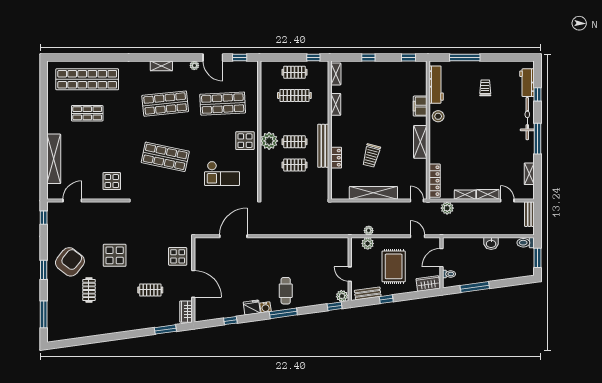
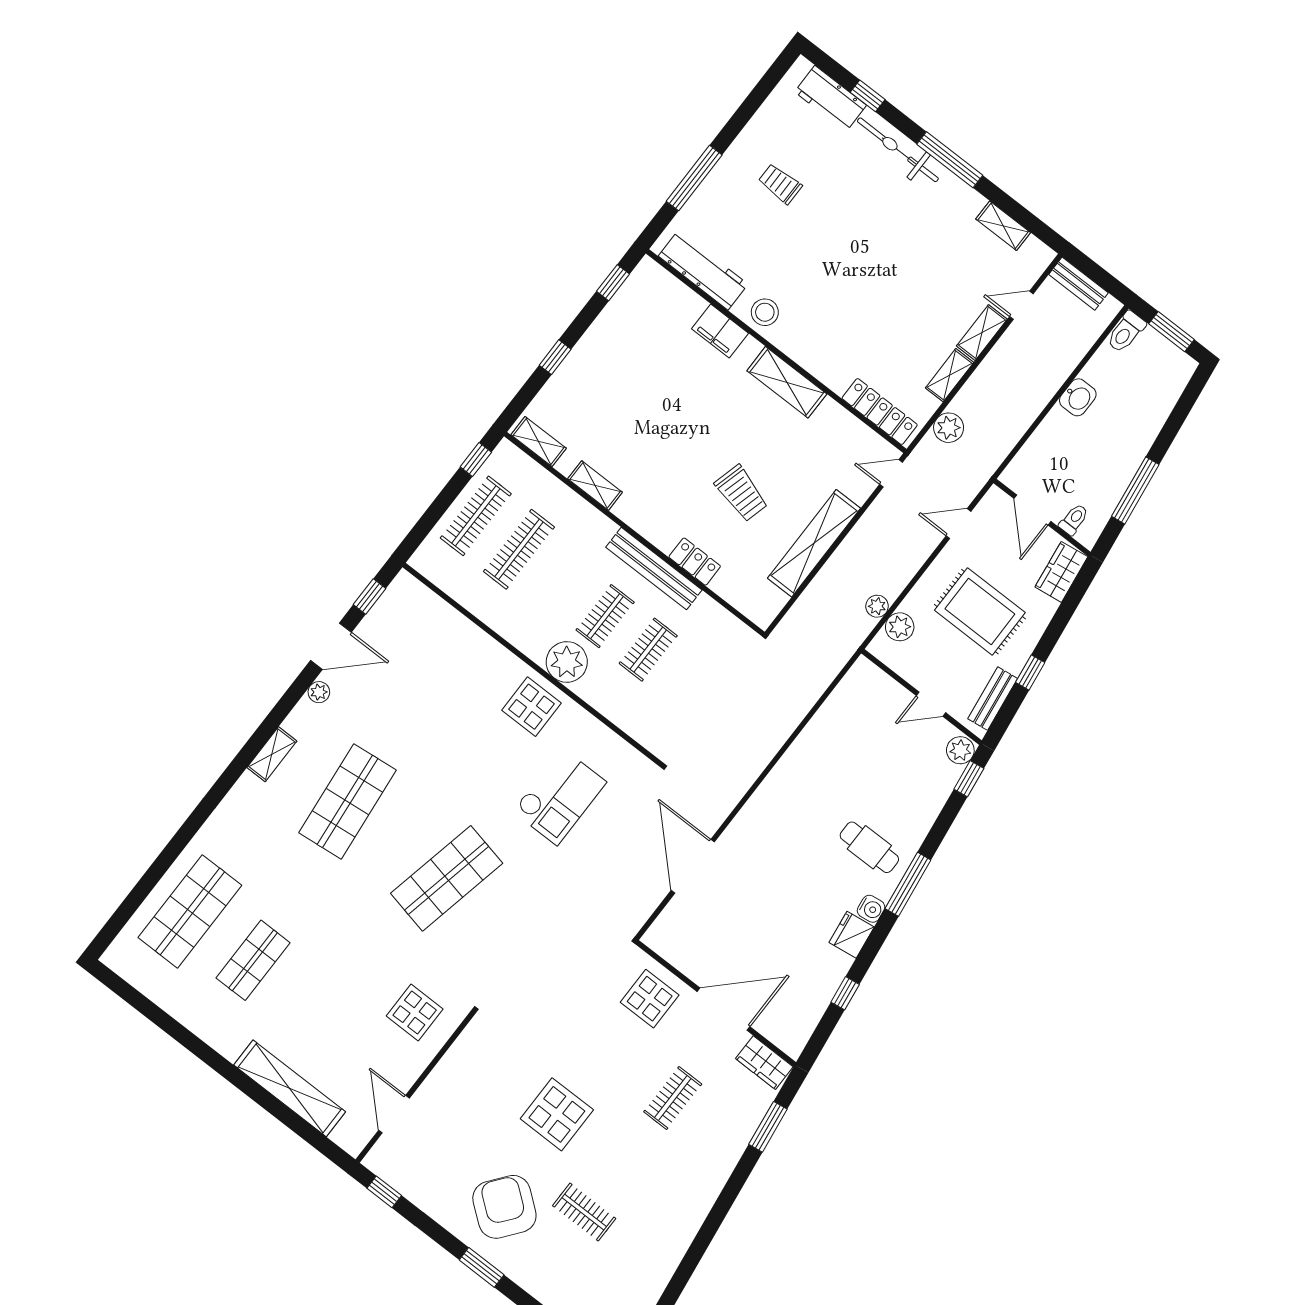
clothes rail: (294, 72) -> (476, 516), width x1.36
shop shelf: (87, 79) -> (190, 911), width x0.71
shop shelf: (223, 104) -> (430, 695), removed

